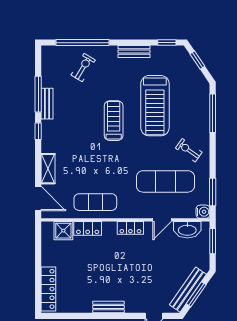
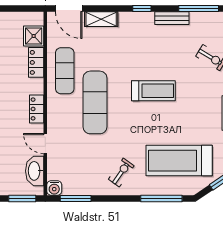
window: (38, 94) -> (199, 9), moved
treadmill: (155, 106) -> (179, 161), moved
exercise mat: (165, 181) -> (95, 102), moved
door: (38, 198) -> (69, 9), hinge flipped

